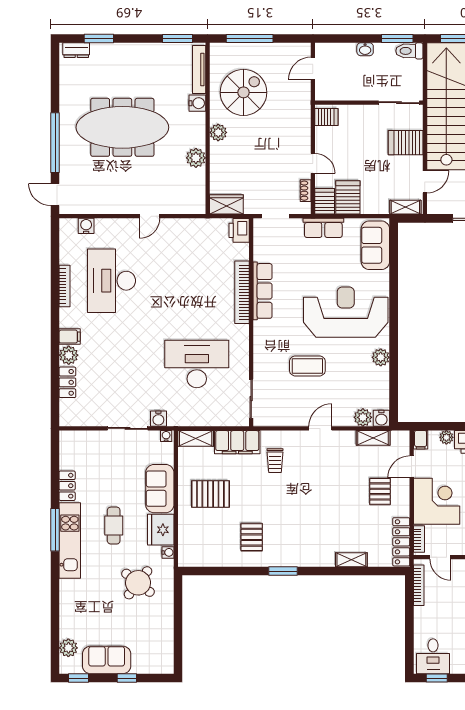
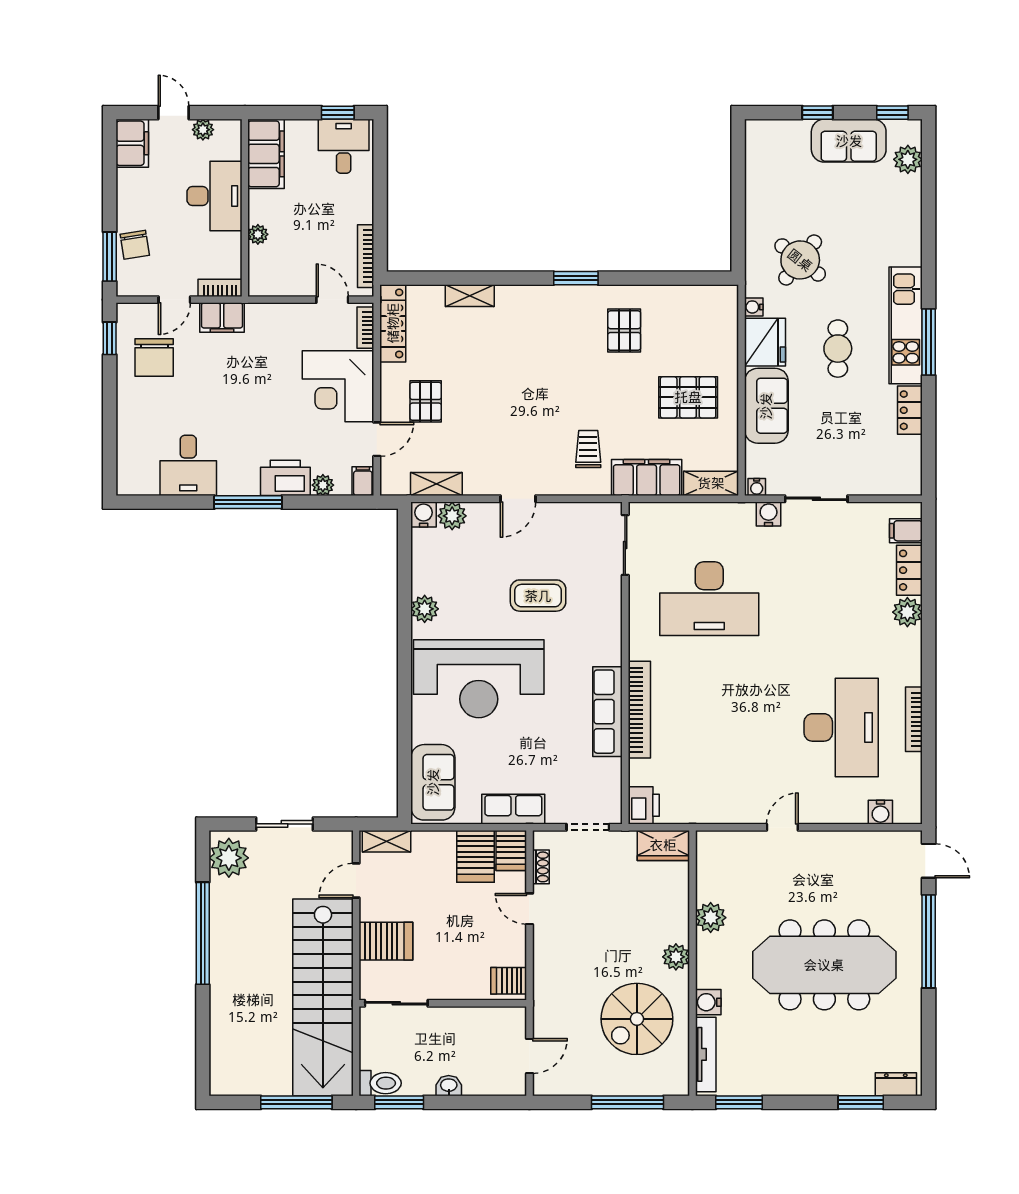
filing cabinet: (70, 337) -> (906, 531), moved

